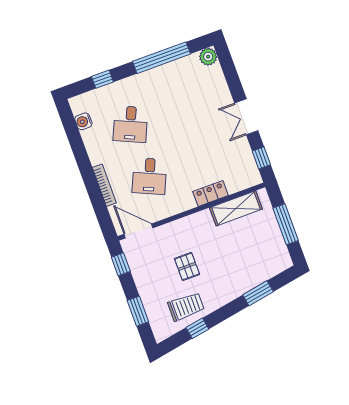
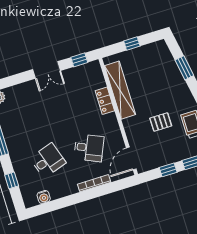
desk: (130, 124) -> (48, 160), turned -42
shelving: (236, 208) -> (120, 90), width x1.47
window: (286, 224) -> (132, 44), width x0.46
window: (121, 264) -> (168, 170), moved

